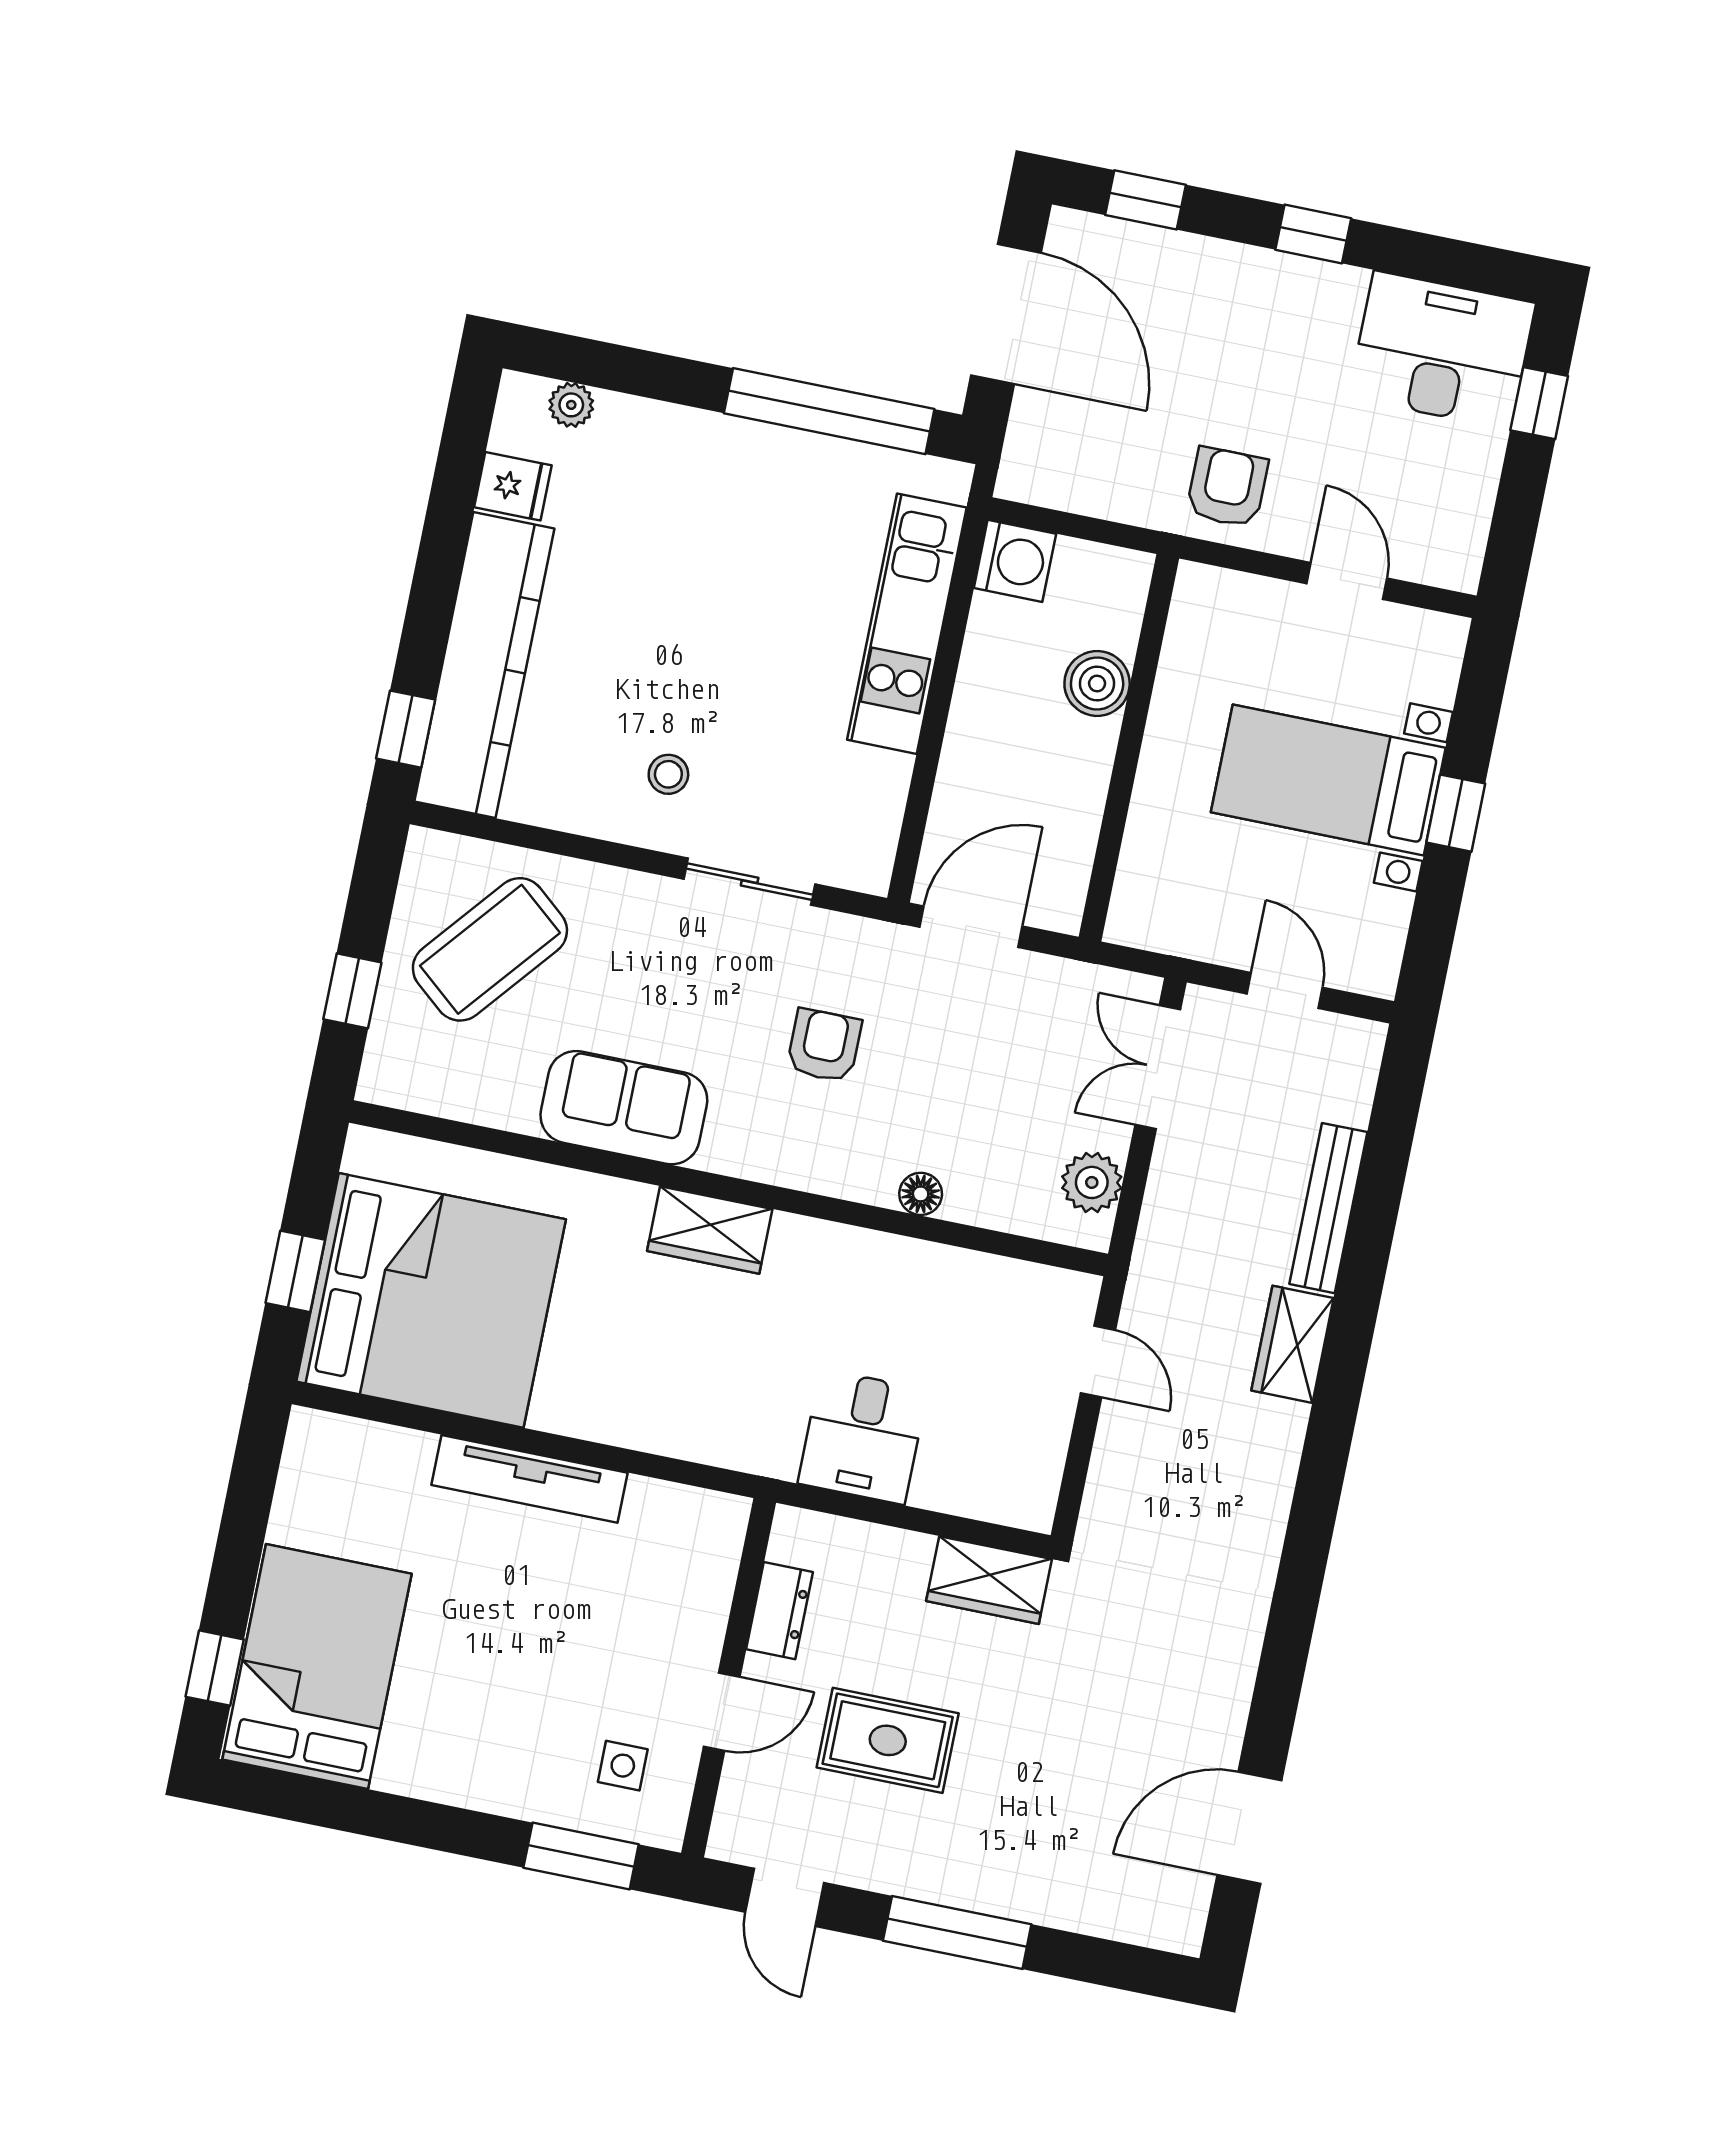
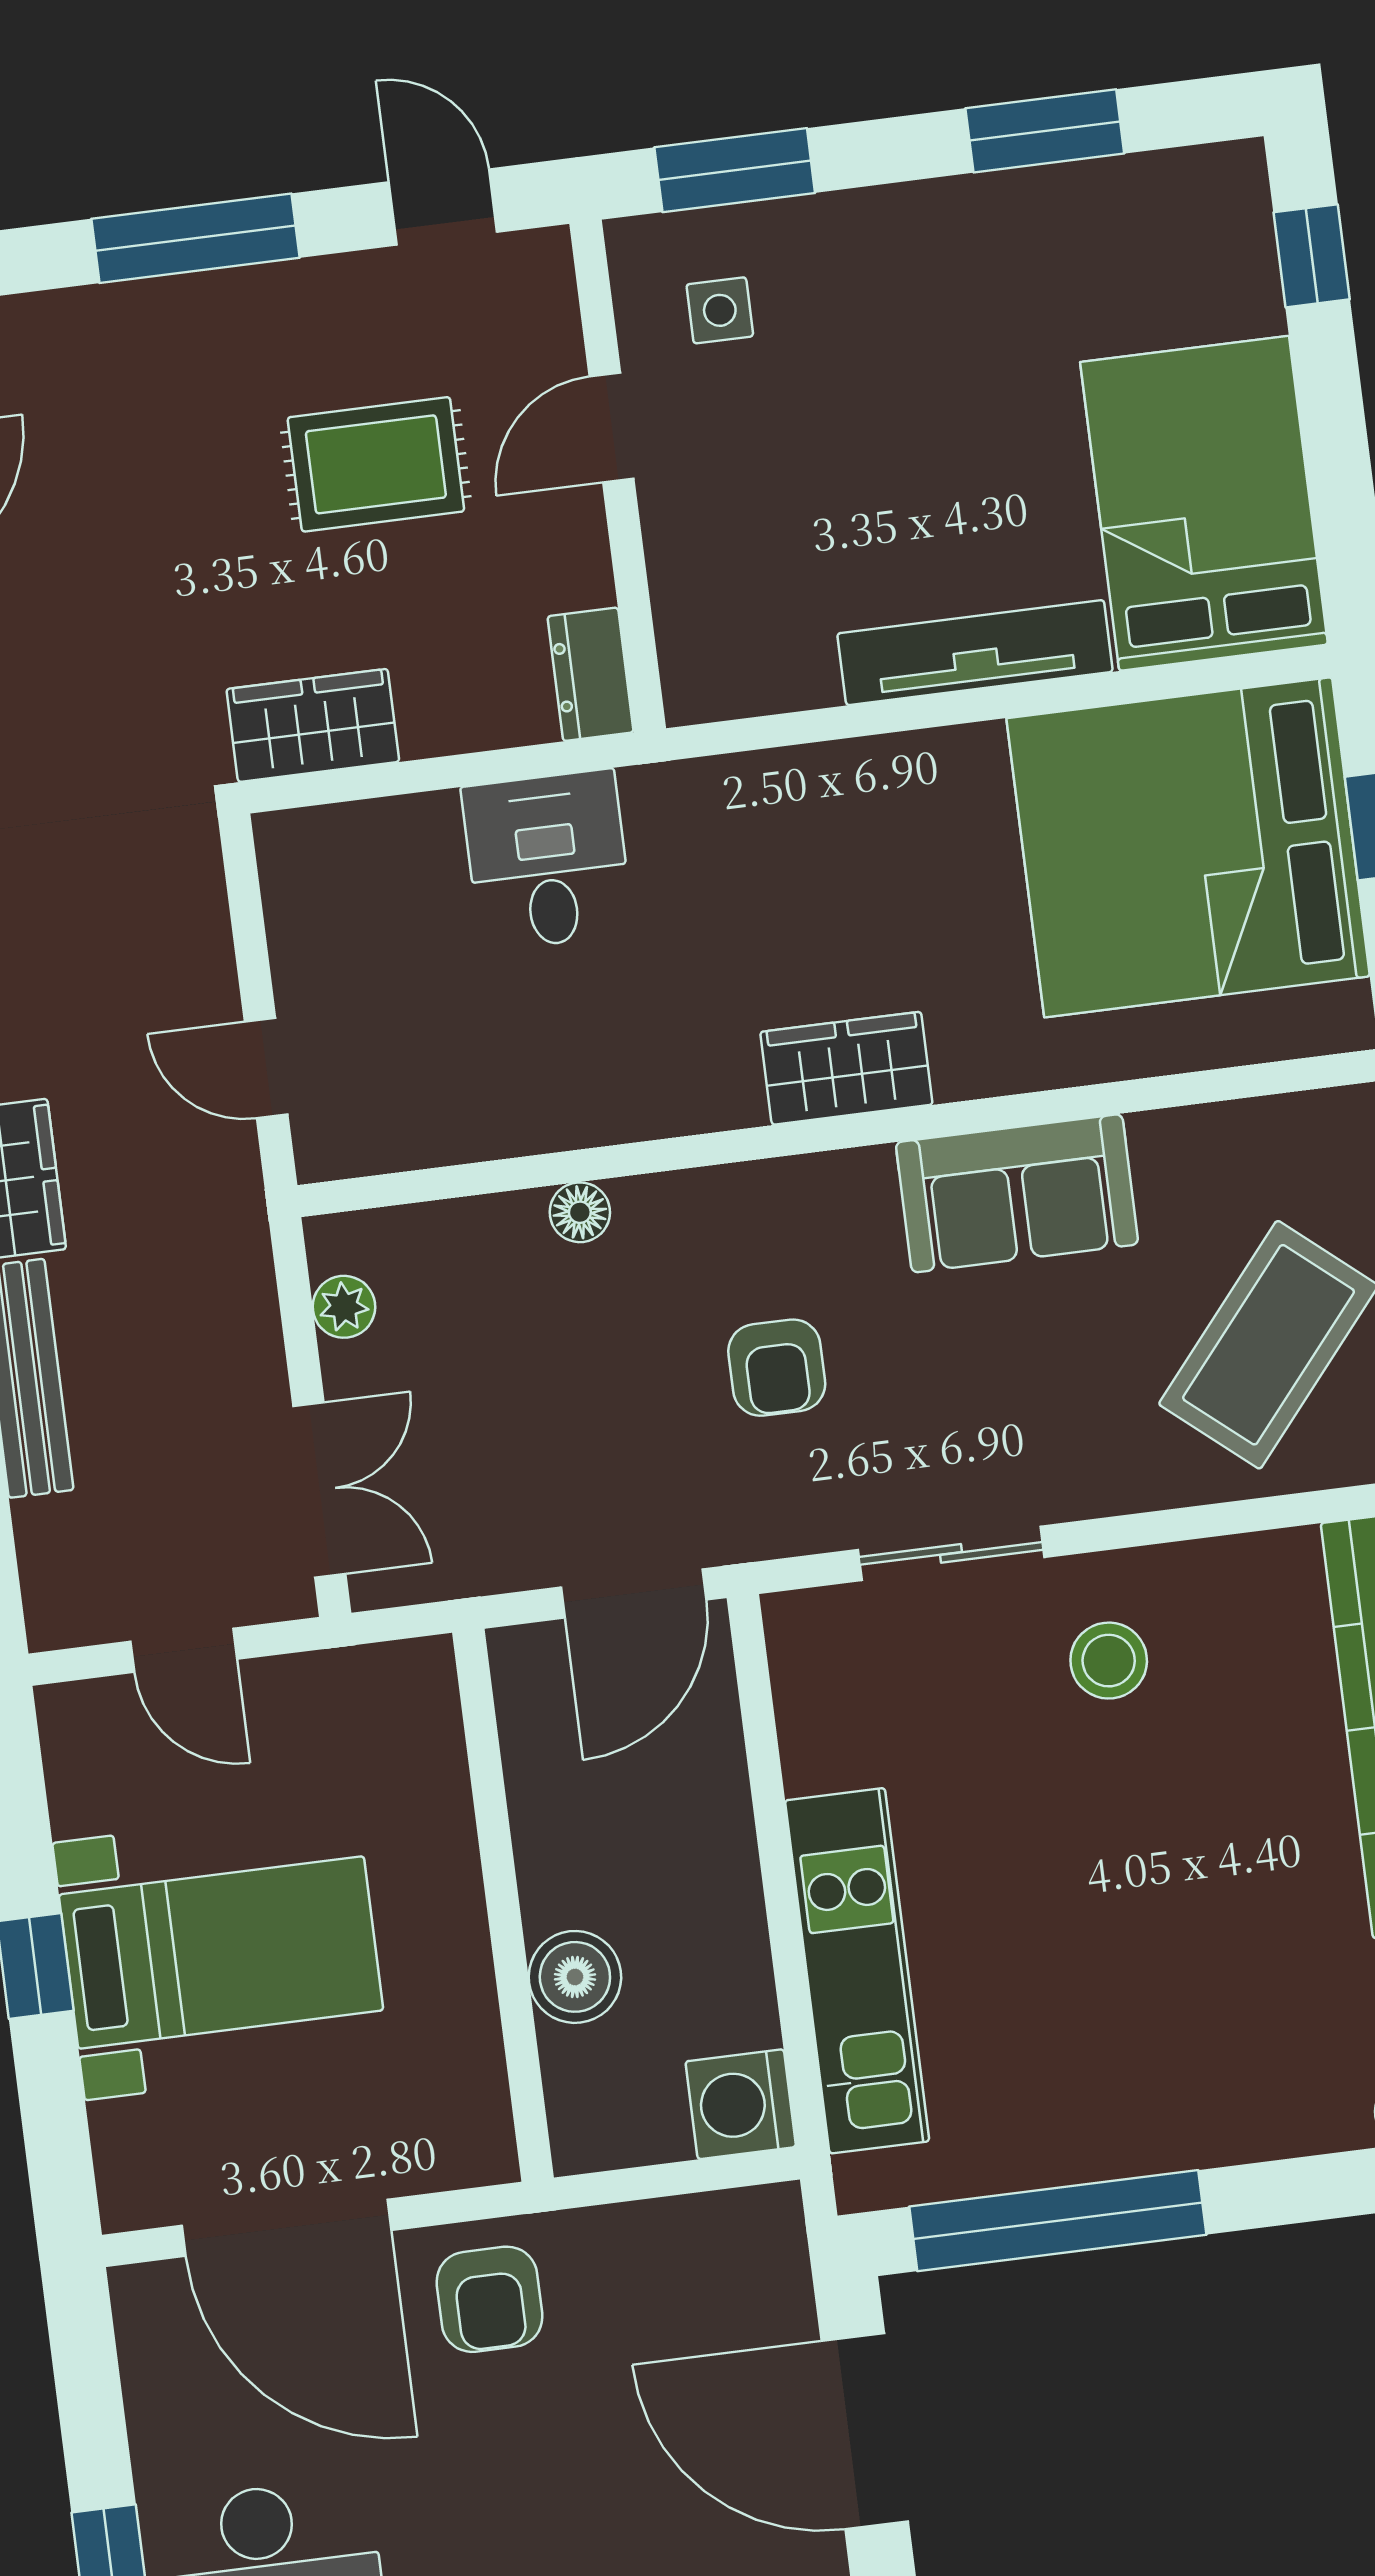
door: (1347, 581) -> (286, 2228), width x1.88
stool: (668, 774) -> (1109, 1661), width x1.37, depth x1.37
plant: (1092, 1182) -> (344, 1307), width x0.73, depth x0.73
dresser: (780, 1611) -> (591, 674), moved
bed: (317, 1667) -> (1204, 503), moved, turned 180
window: (365, 1812) -> (1045, 131), added

